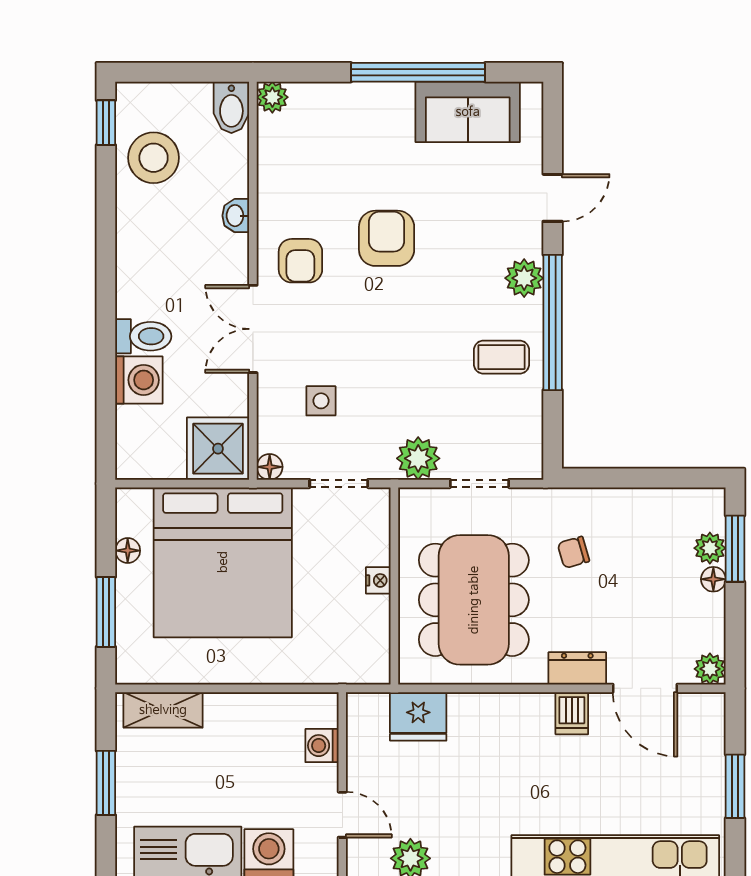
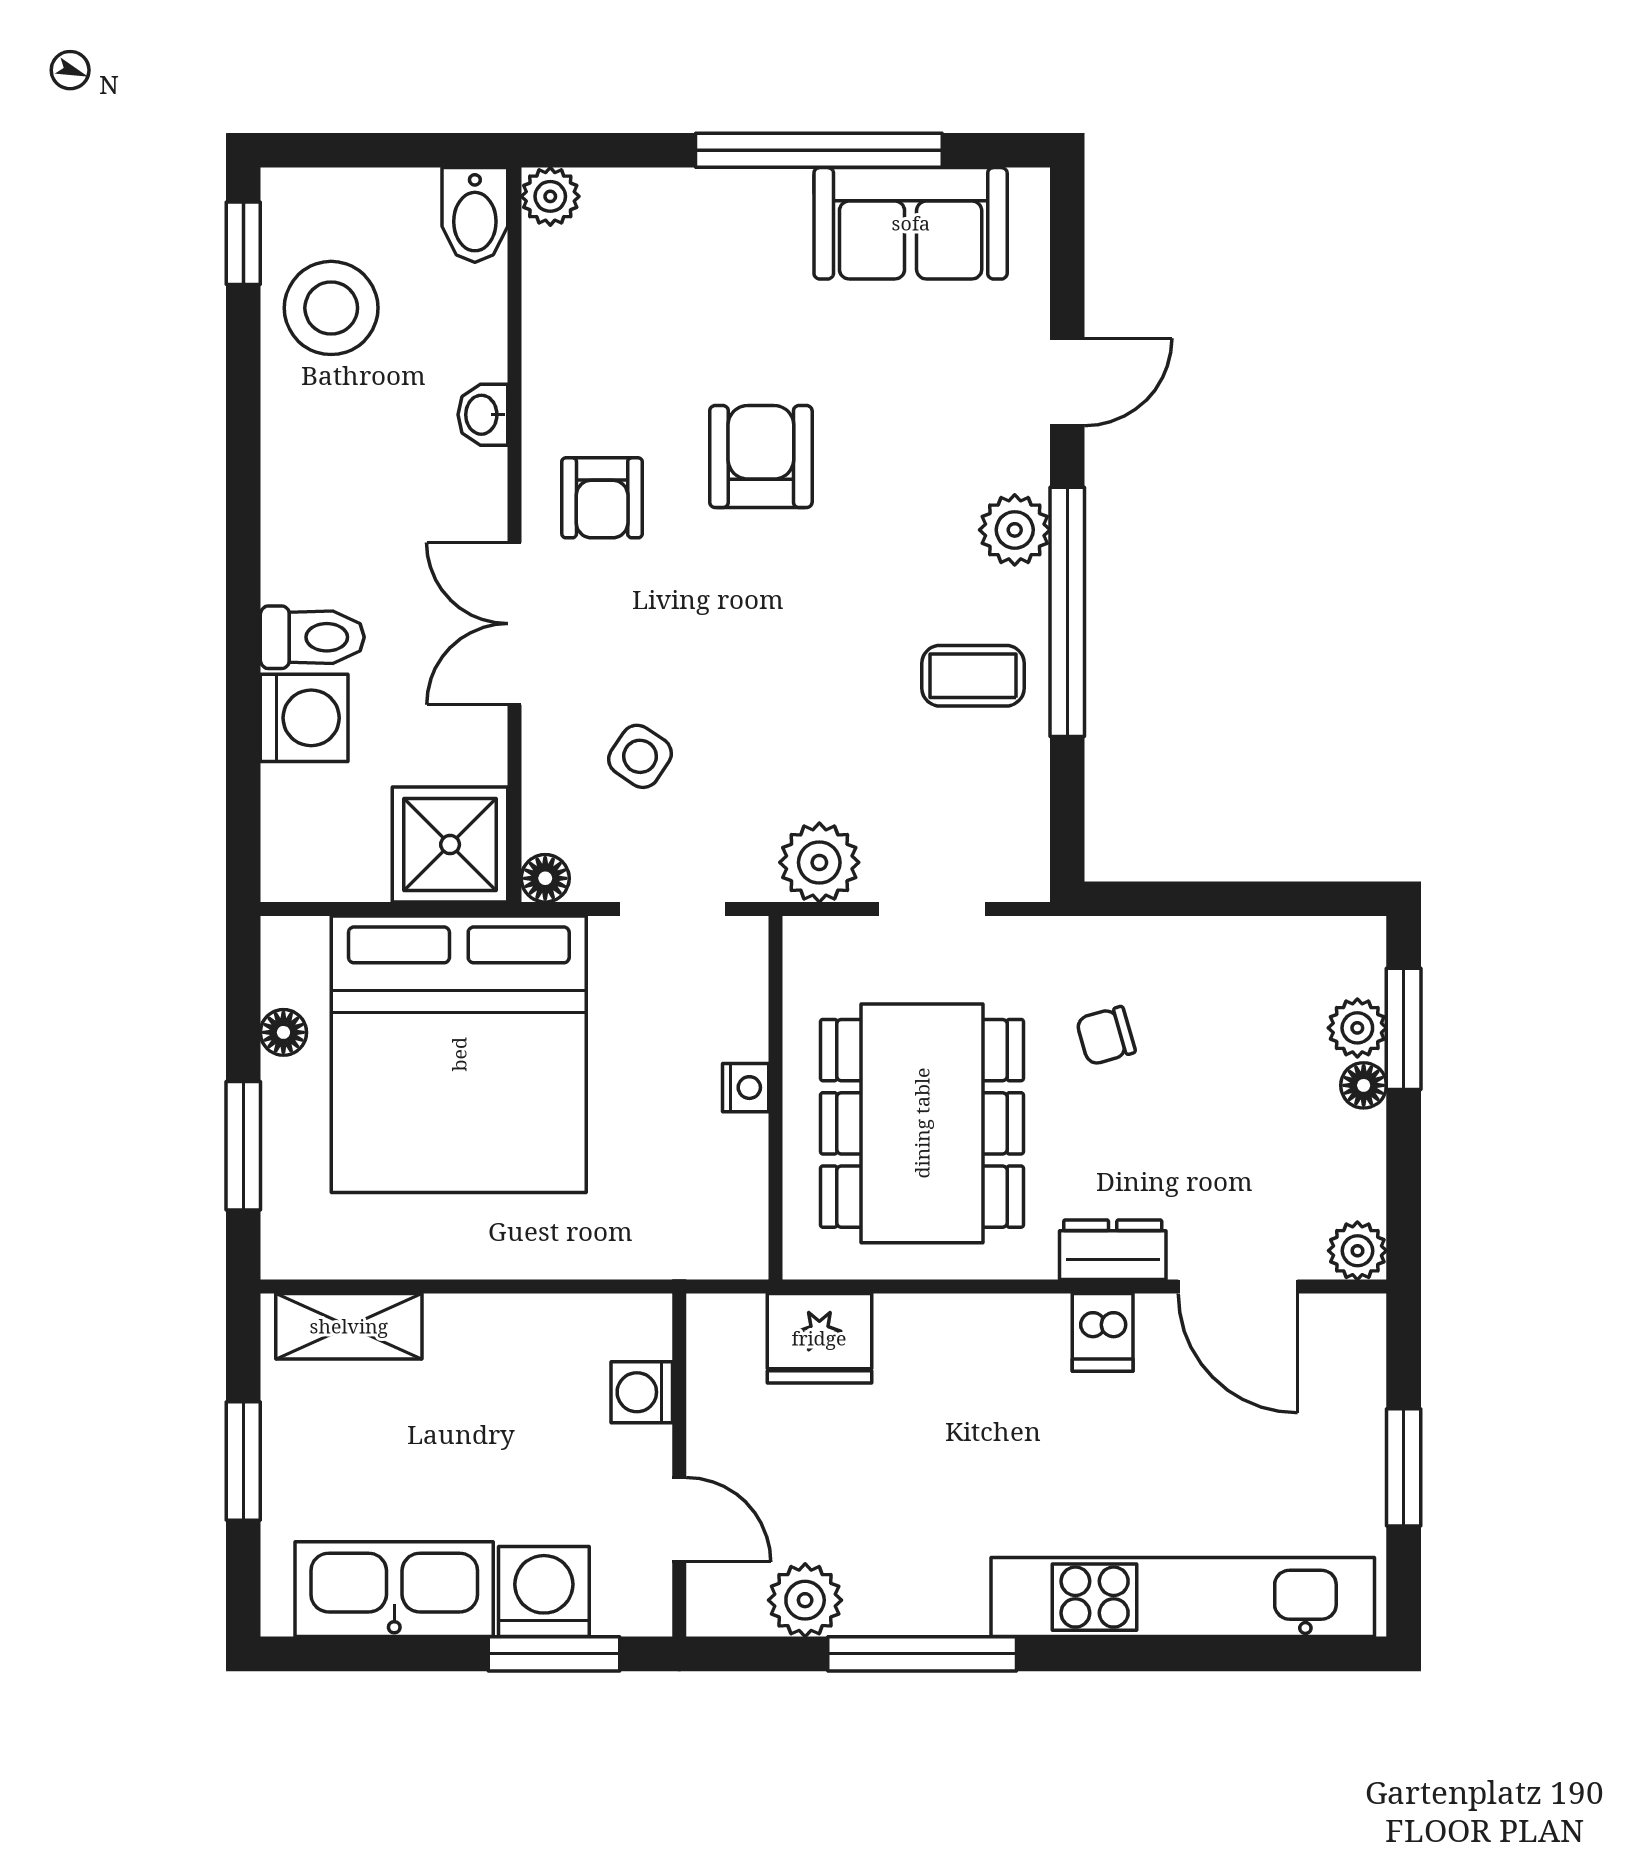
side table: (321, 401) -> (640, 756), turned 34

